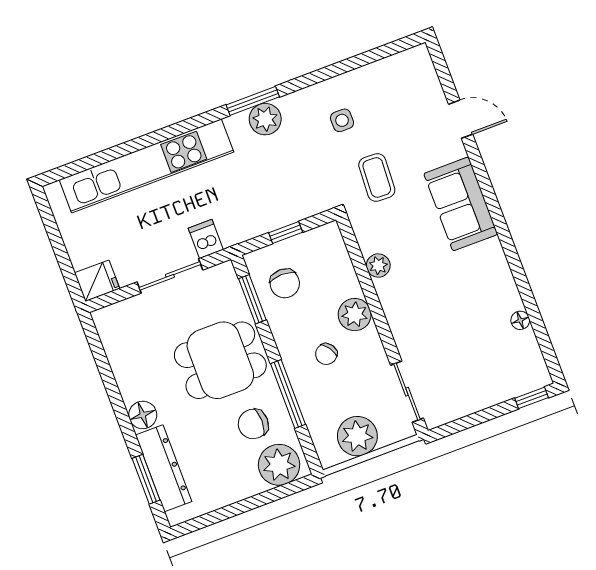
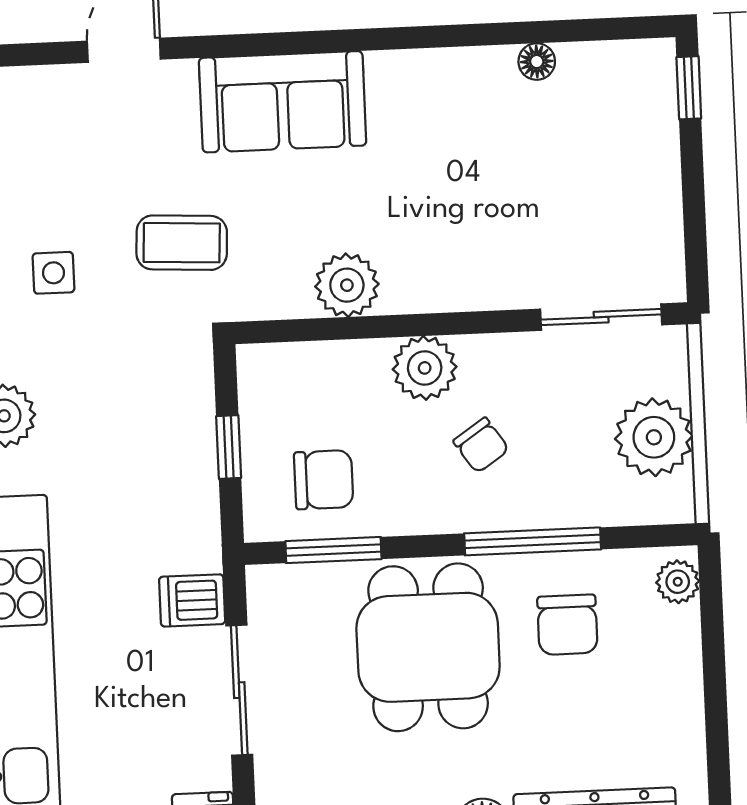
plant: (378, 266) -> (347, 285), width x1.38, depth x1.38
plant: (279, 465) -> (678, 582), width x0.53, depth x0.53

